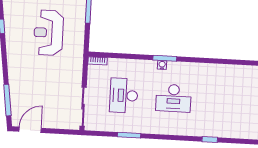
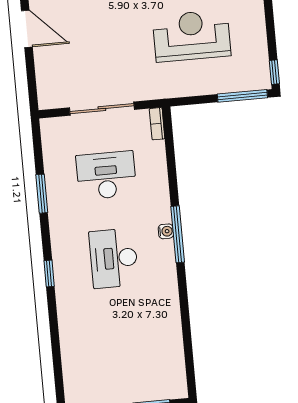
window: (165, 58) -> (178, 234), width x1.44
sliding door: (83, 107) -> (102, 109), moved
window: (210, 140) -> (49, 274), moved

